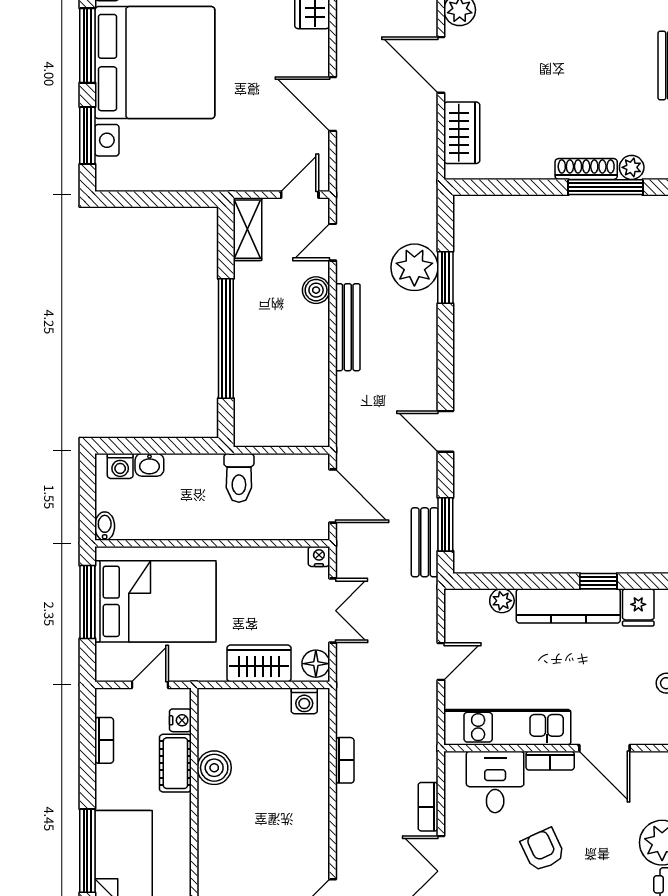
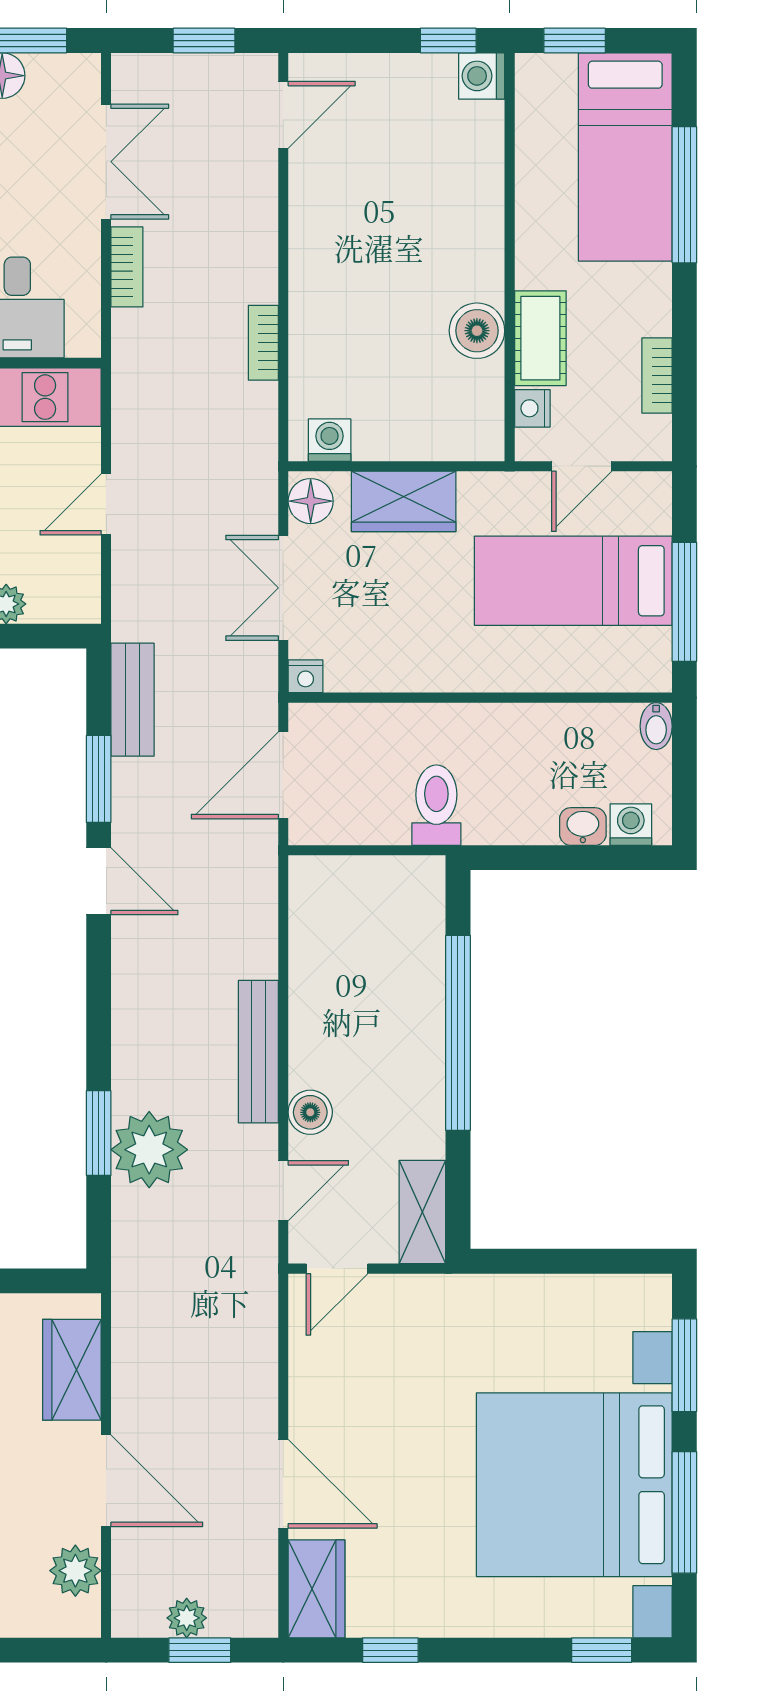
door: (333, 104) -> (283, 1484), moved
door: (333, 496) -> (283, 775), hinge flipped
window: (445, 524) -> (99, 779), moved
bed: (155, 601) -> (573, 581), width x0.67

